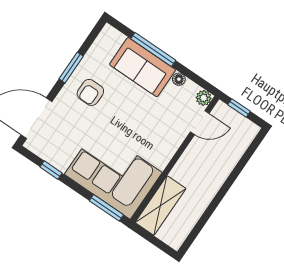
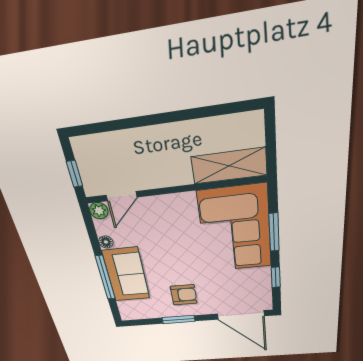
door: (200, 123) -> (122, 196), swing flipped
window: (106, 208) -> (274, 232), moved

